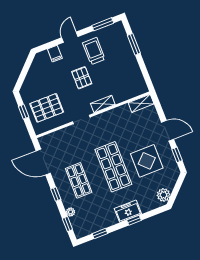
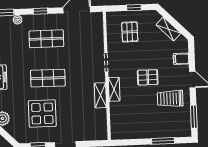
trolley: (94, 51) -> (170, 99), turned 180
shelving: (32, 74) -> (168, 29), added
shelving: (141, 103) -> (100, 95), moved
pallet: (47, 108) -> (130, 32), width x0.67, depth x0.71
shop shelf: (113, 167) -> (48, 78), width x0.70, depth x0.74

